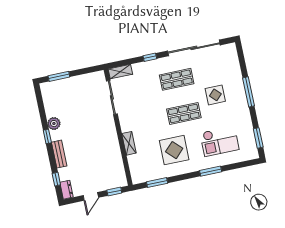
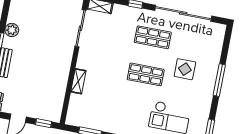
display table: (174, 150) -> (121, 107), removed

